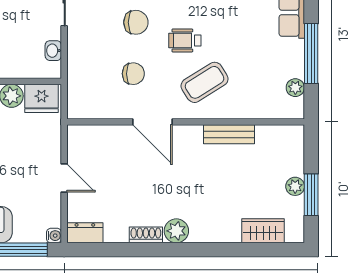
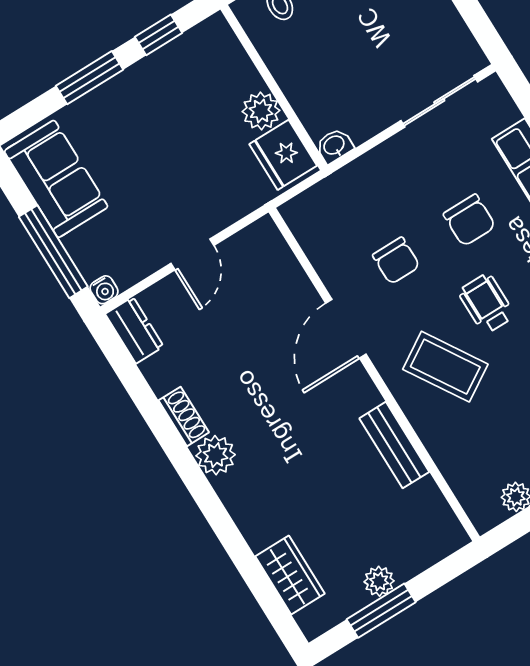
washbasin: (53, 51) -> (334, 146), moved

